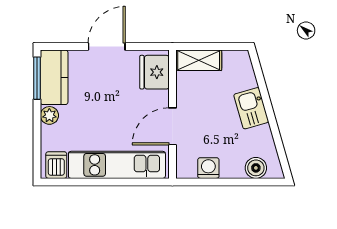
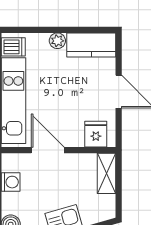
fridge: (154, 72) -> (96, 134), width x0.72
window: (37, 78) -> (90, 30), removed

